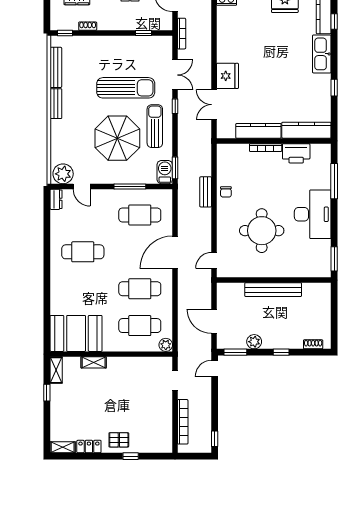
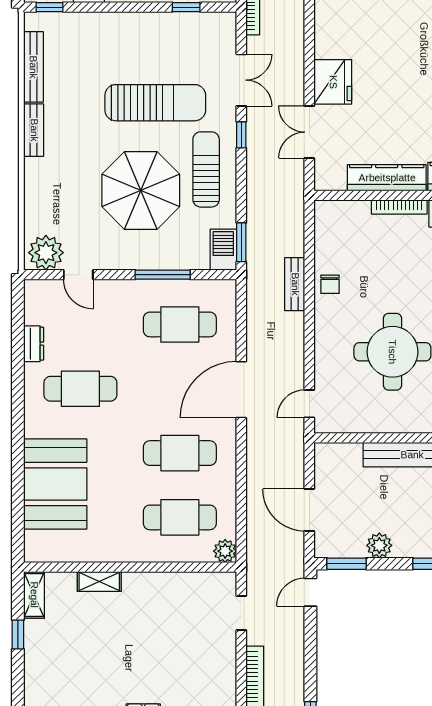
dresser: (56, 199) -> (34, 344), moved
booth: (76, 333) -> (55, 484), moved, turned 90

